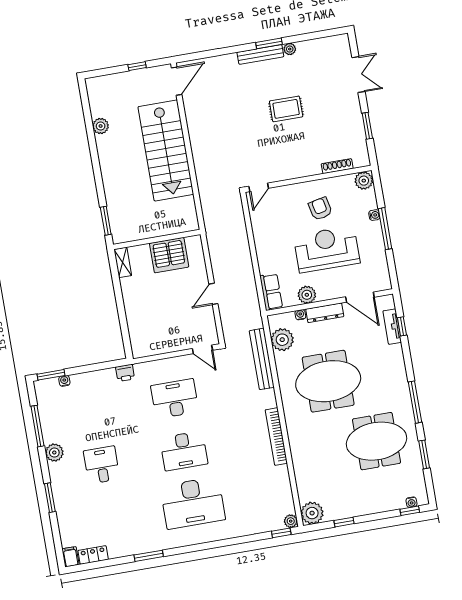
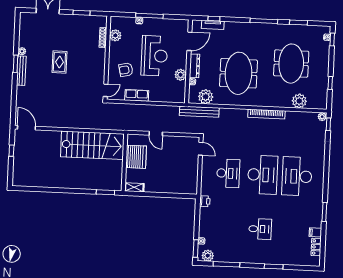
plant: (101, 126) -> (44, 182), removed
stairs: (166, 151) -> (92, 145), moved
plant: (364, 181) -> (115, 35), moved
door: (259, 187) -> (106, 90), hinge flipped
armchair: (320, 209) -> (126, 70), moved
reception desk: (327, 249) -> (154, 56), turned 180
row of seats: (271, 292) -> (137, 95), moved
door: (213, 294) -> (156, 134), moved
door: (202, 349) -> (201, 149), hinge flipped
bench: (262, 359) -> (199, 112), moved
desk: (175, 399) -> (228, 173), turned 180
meeting table: (376, 441) -> (291, 64), moved
desk: (184, 451) -> (263, 175), width x1.36, depth x1.30
plant: (54, 453) -> (208, 256), moved
desk: (102, 465) -> (260, 229), turned 180
desk: (193, 503) -> (297, 176), turned 180
plant: (312, 513) -> (299, 101), moved
filing cabinet: (71, 557) -> (315, 232), moved

